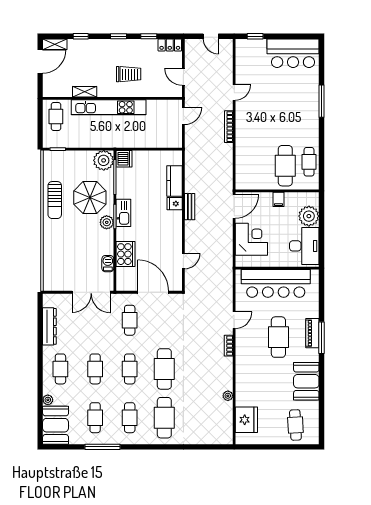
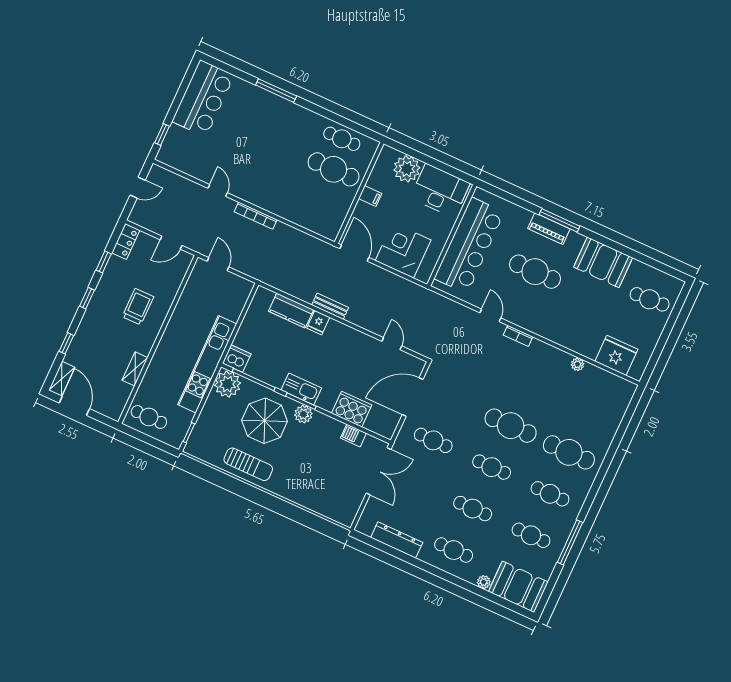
kitchen unit: (109, 107) -> (207, 364), moved, turned 180

